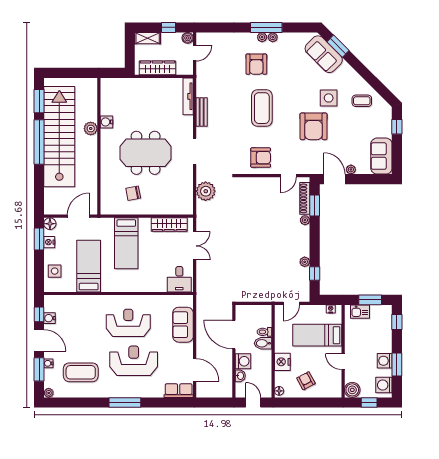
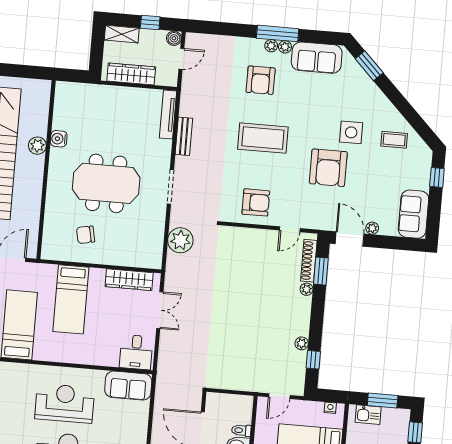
sofa: (324, 54) -> (317, 58), moved, turned -45
coffee table: (262, 108) -> (263, 138), turned 90
sofa: (183, 325) -> (128, 386), moved, turned -90

